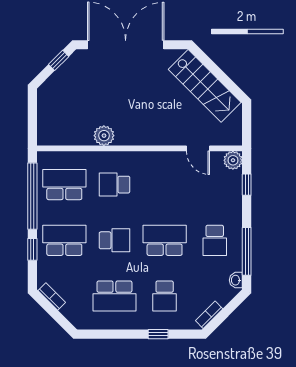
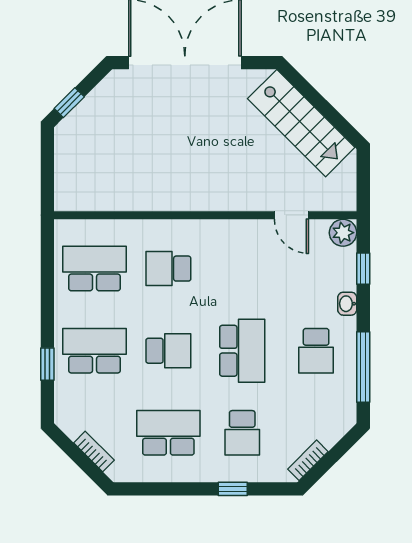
window: (59, 60) -> (69, 103), moved
plant: (104, 136) -> (153, 196), removed
window: (32, 196) -> (47, 286), removed
school desk: (165, 240) -> (242, 351), turned 90
washbasin: (236, 280) -> (347, 304), moved
school desk: (114, 296) -> (168, 433), turned 180
bookcase: (52, 297) -> (94, 452), moved

